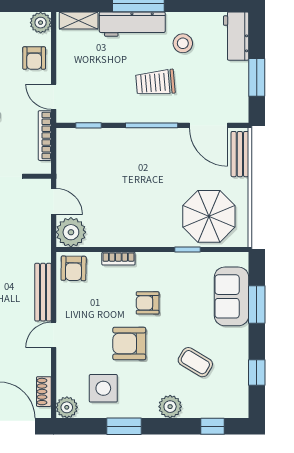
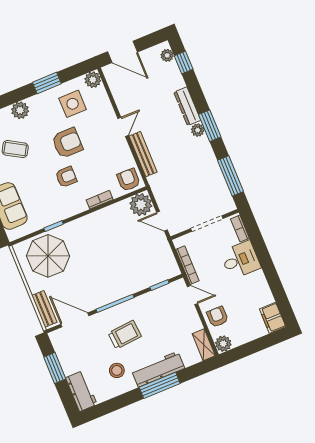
shelving: (79, 20) -> (204, 345), moved, turned 90
shoe rack: (44, 392) -> (114, 84), removed

